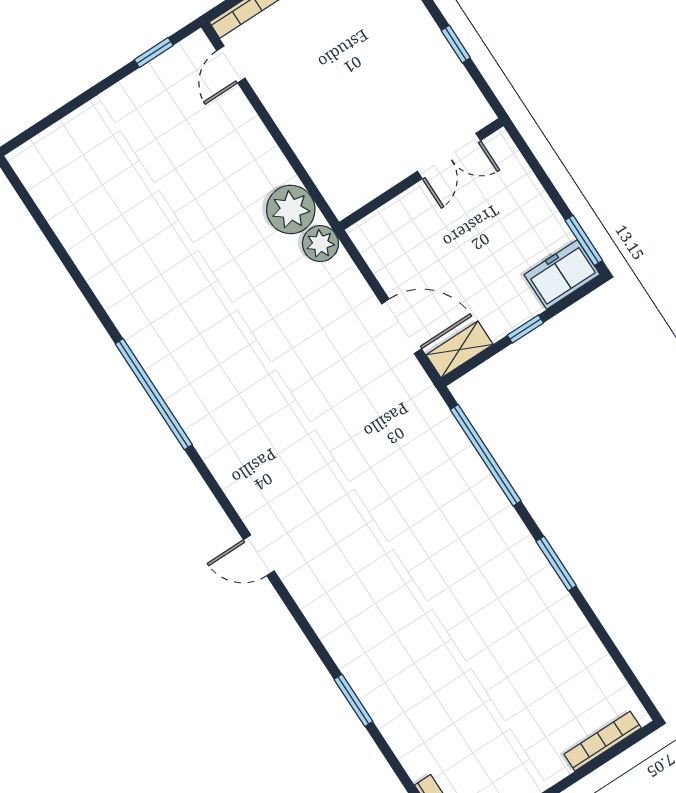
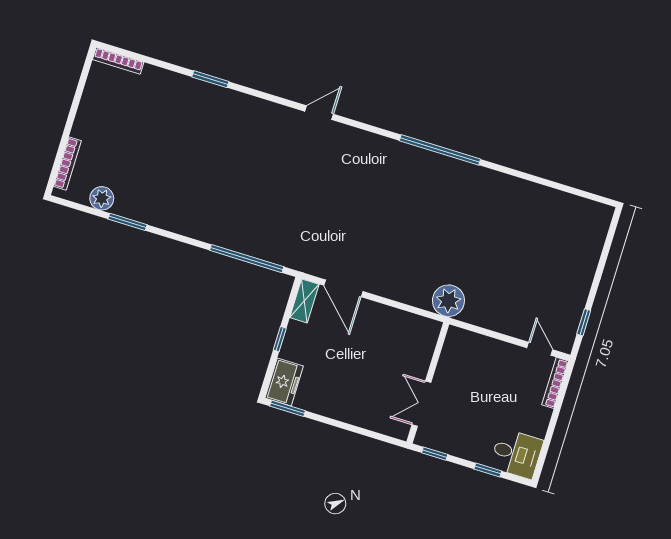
double door: (449, 156) -> (421, 404), moved
wall: (421, 174) -> (428, 383), moved
plant: (320, 244) -> (102, 198), moved
door: (402, 326) -> (343, 288), hinge flipped
window: (556, 563) -> (127, 222), moved

